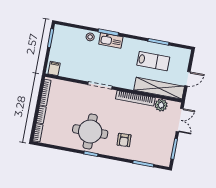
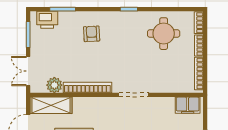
filing cabinet: (54, 68) -> (188, 105), width x2.00
shelving: (159, 88) -> (51, 105), width x0.68
round table: (90, 132) -> (164, 34), moved, width x0.73, depth x0.73
printer: (157, 158) -> (47, 20), added

